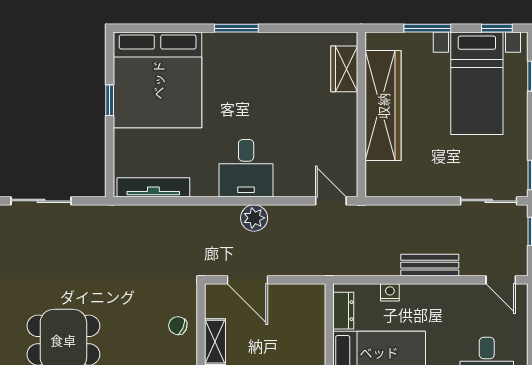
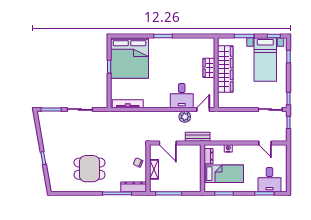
wardrobe: (344, 69) -> (209, 68), moved
desk: (246, 168) -> (182, 96), moved
door: (331, 201) -> (203, 109), hinge flipped
plant: (254, 218) -> (185, 117), moved
bench: (430, 265) -> (198, 137), moved
door: (501, 280) -> (265, 143), moved

